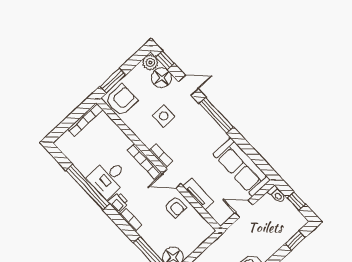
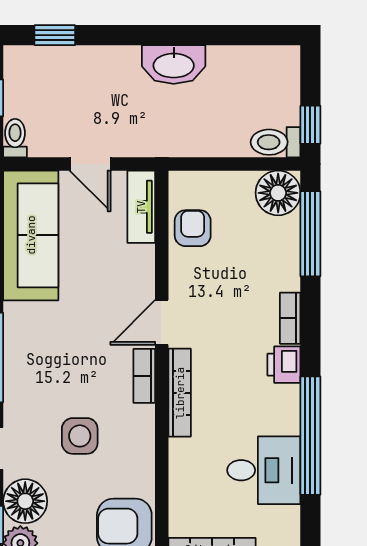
desk: (108, 178) -> (264, 470), moved
door: (172, 179) -> (162, 322), swing flipped
tv unit: (198, 194) -> (141, 207), moved
armchair: (175, 207) -> (193, 228), moved

